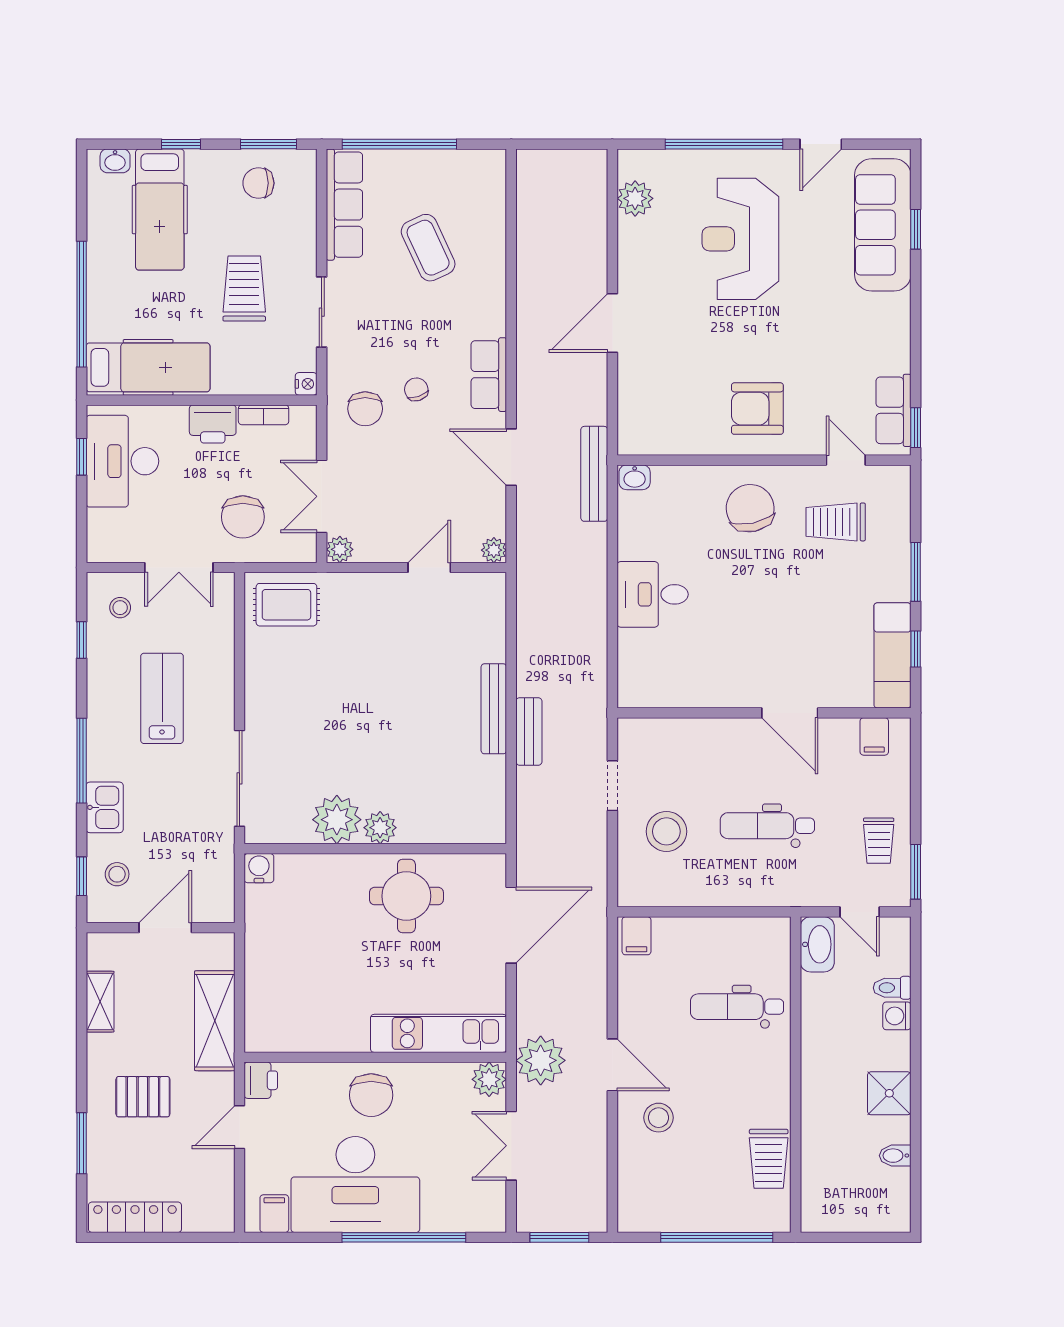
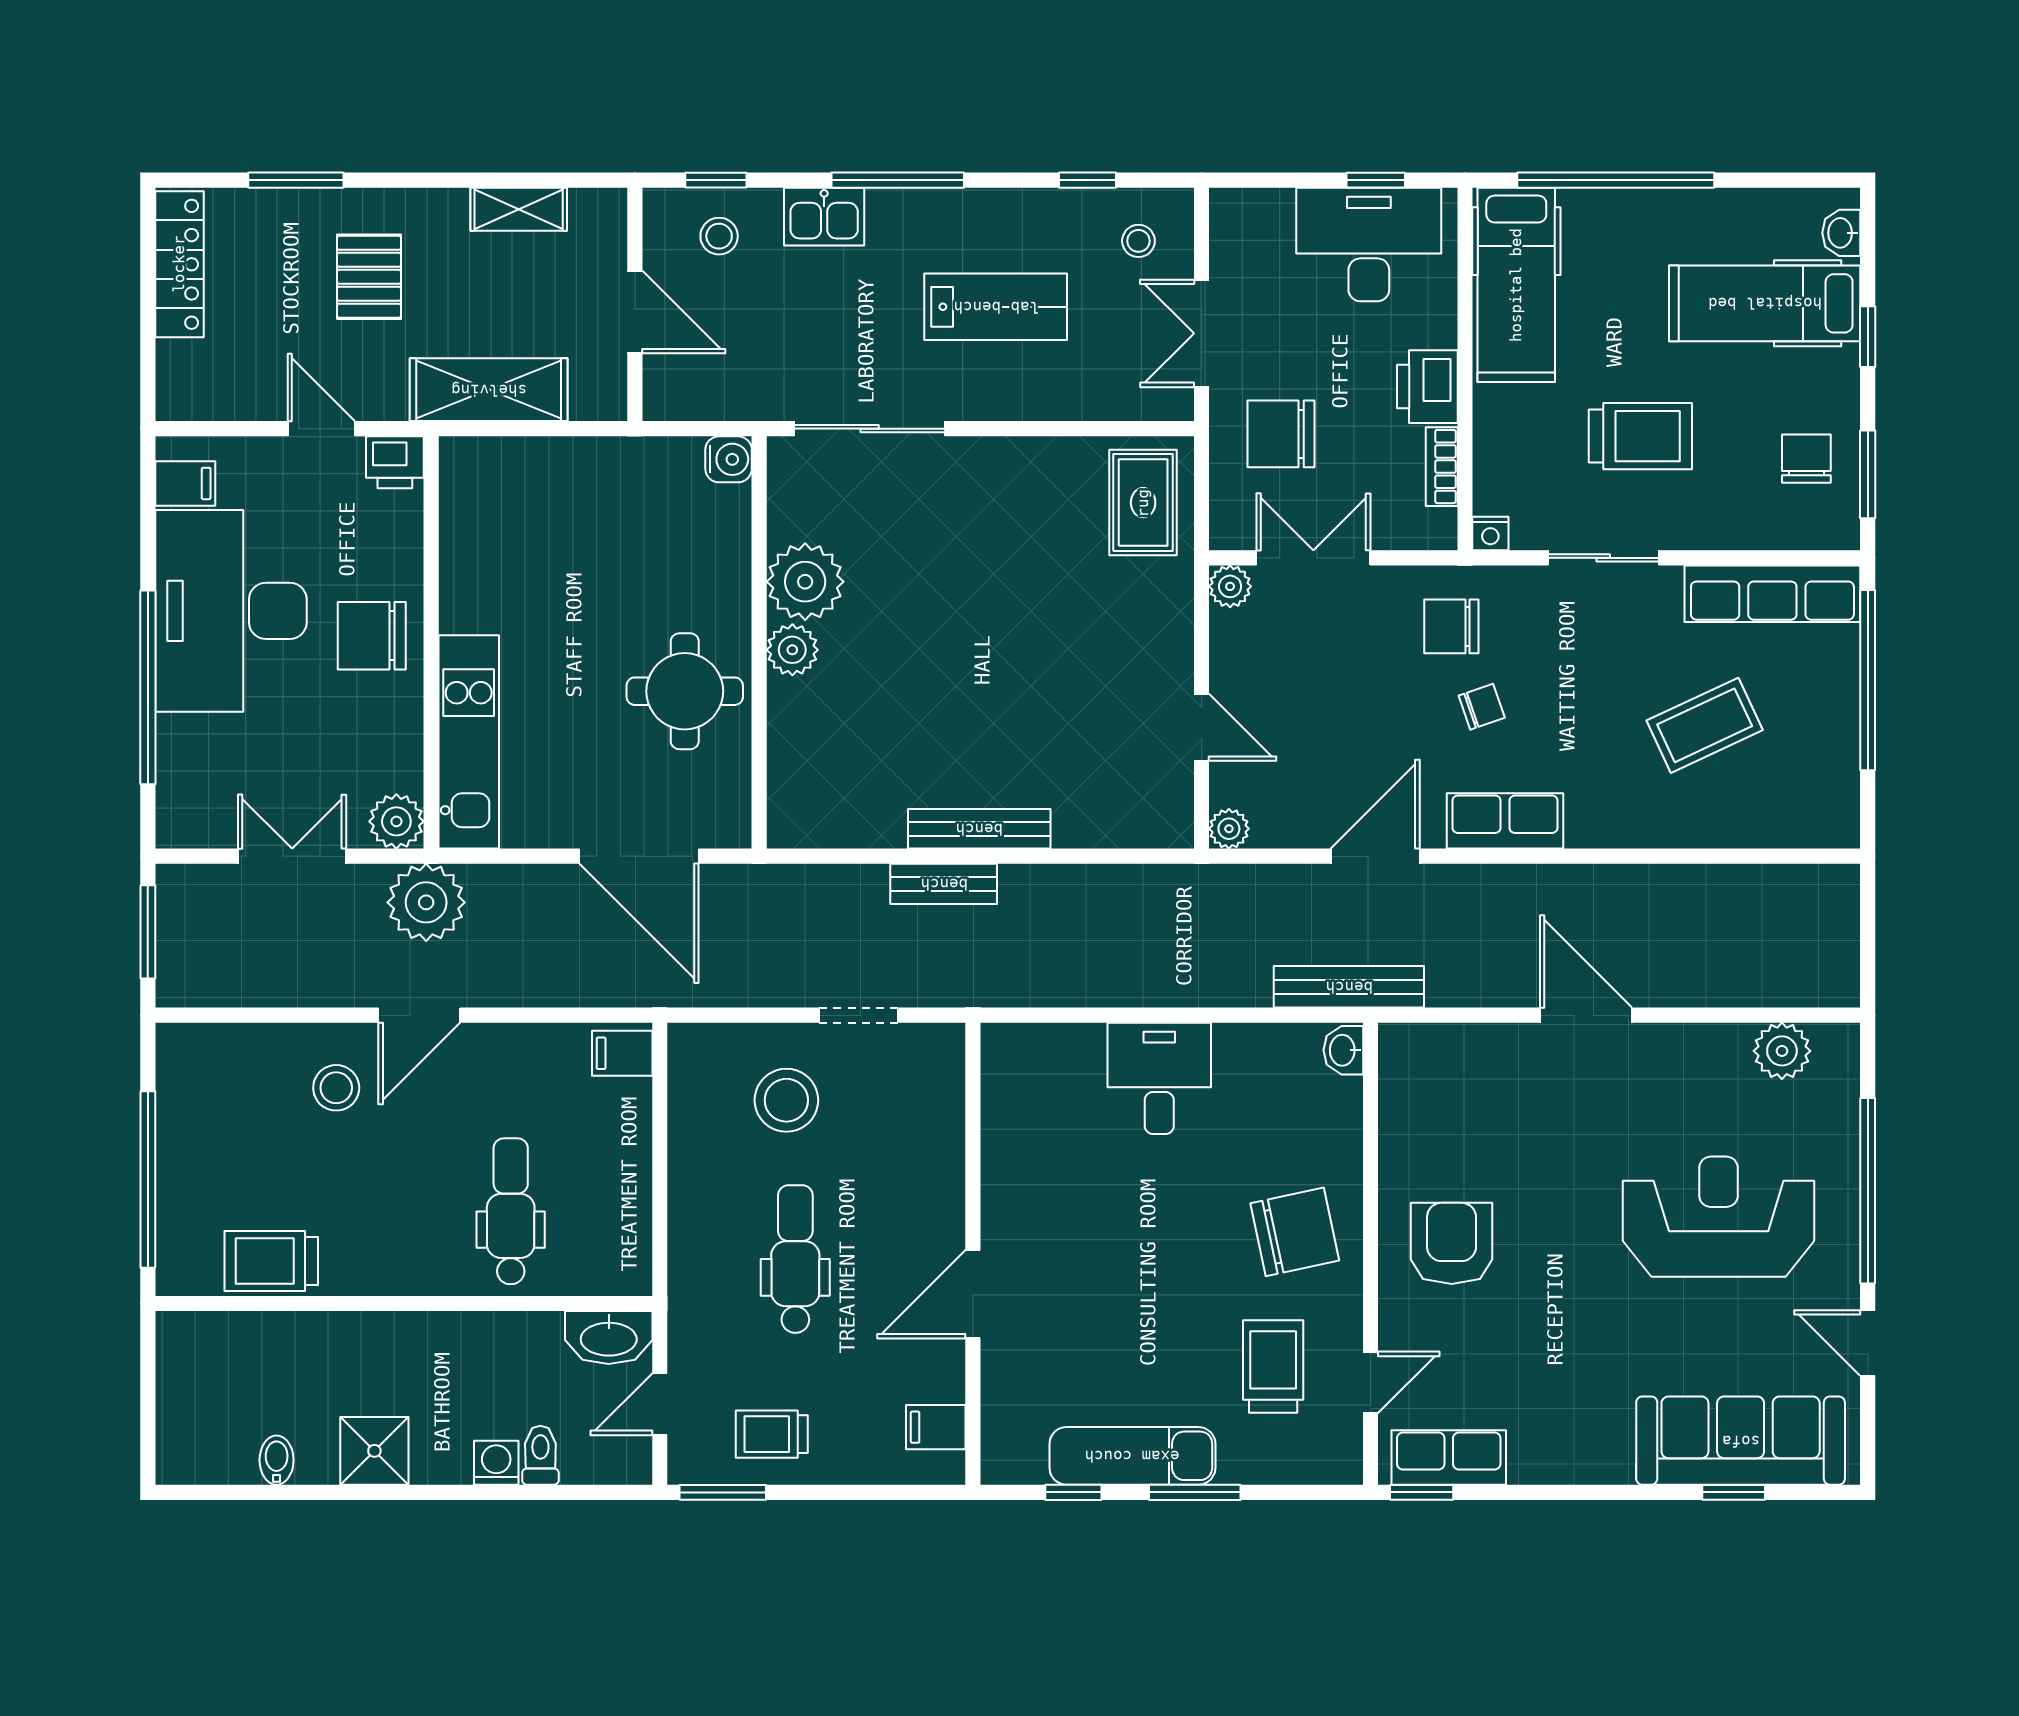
exam couch: (892, 655) -> (1132, 1456), moved

